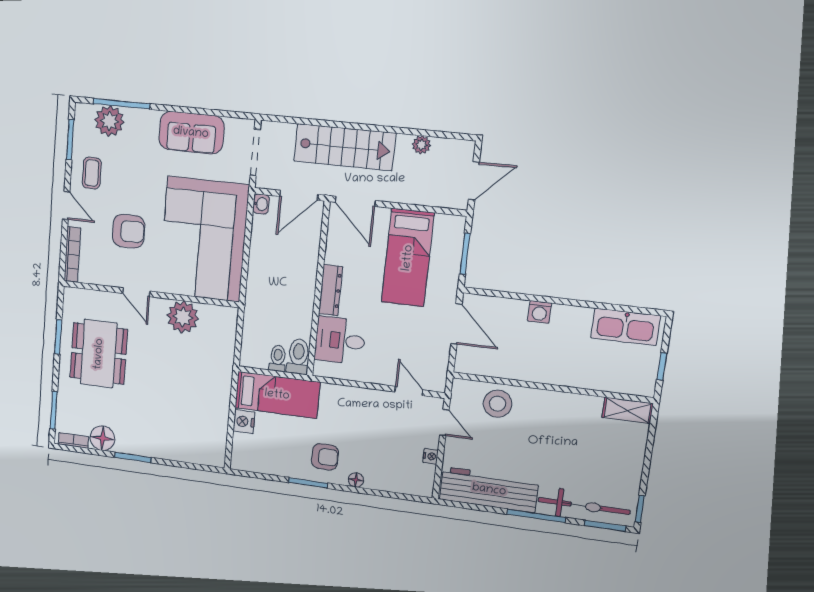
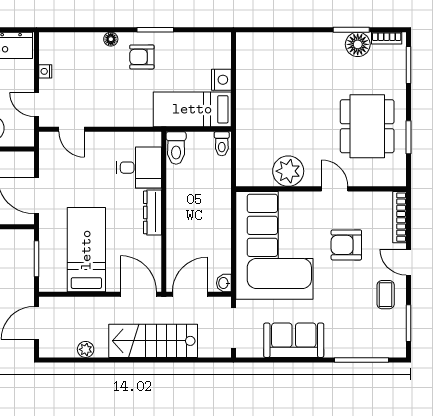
plant: (109, 121) -> (372, 343), removed
toilet: (278, 358) -> (222, 144), moved
window: (133, 457) -> (351, 30), moved

